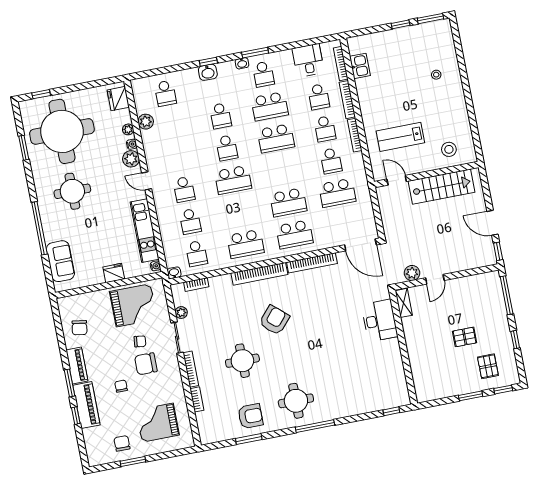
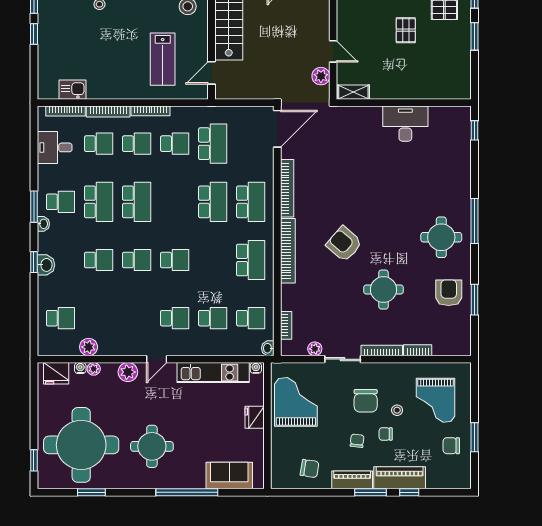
water cooler: (132, 144) -> (80, 368), moved
school desk: (233, 180) -> (175, 260), width x0.54
desk: (380, 321) -> (405, 124), moved
chair: (140, 341) -> (357, 441), moved
stool: (143, 392) -> (397, 410), added

